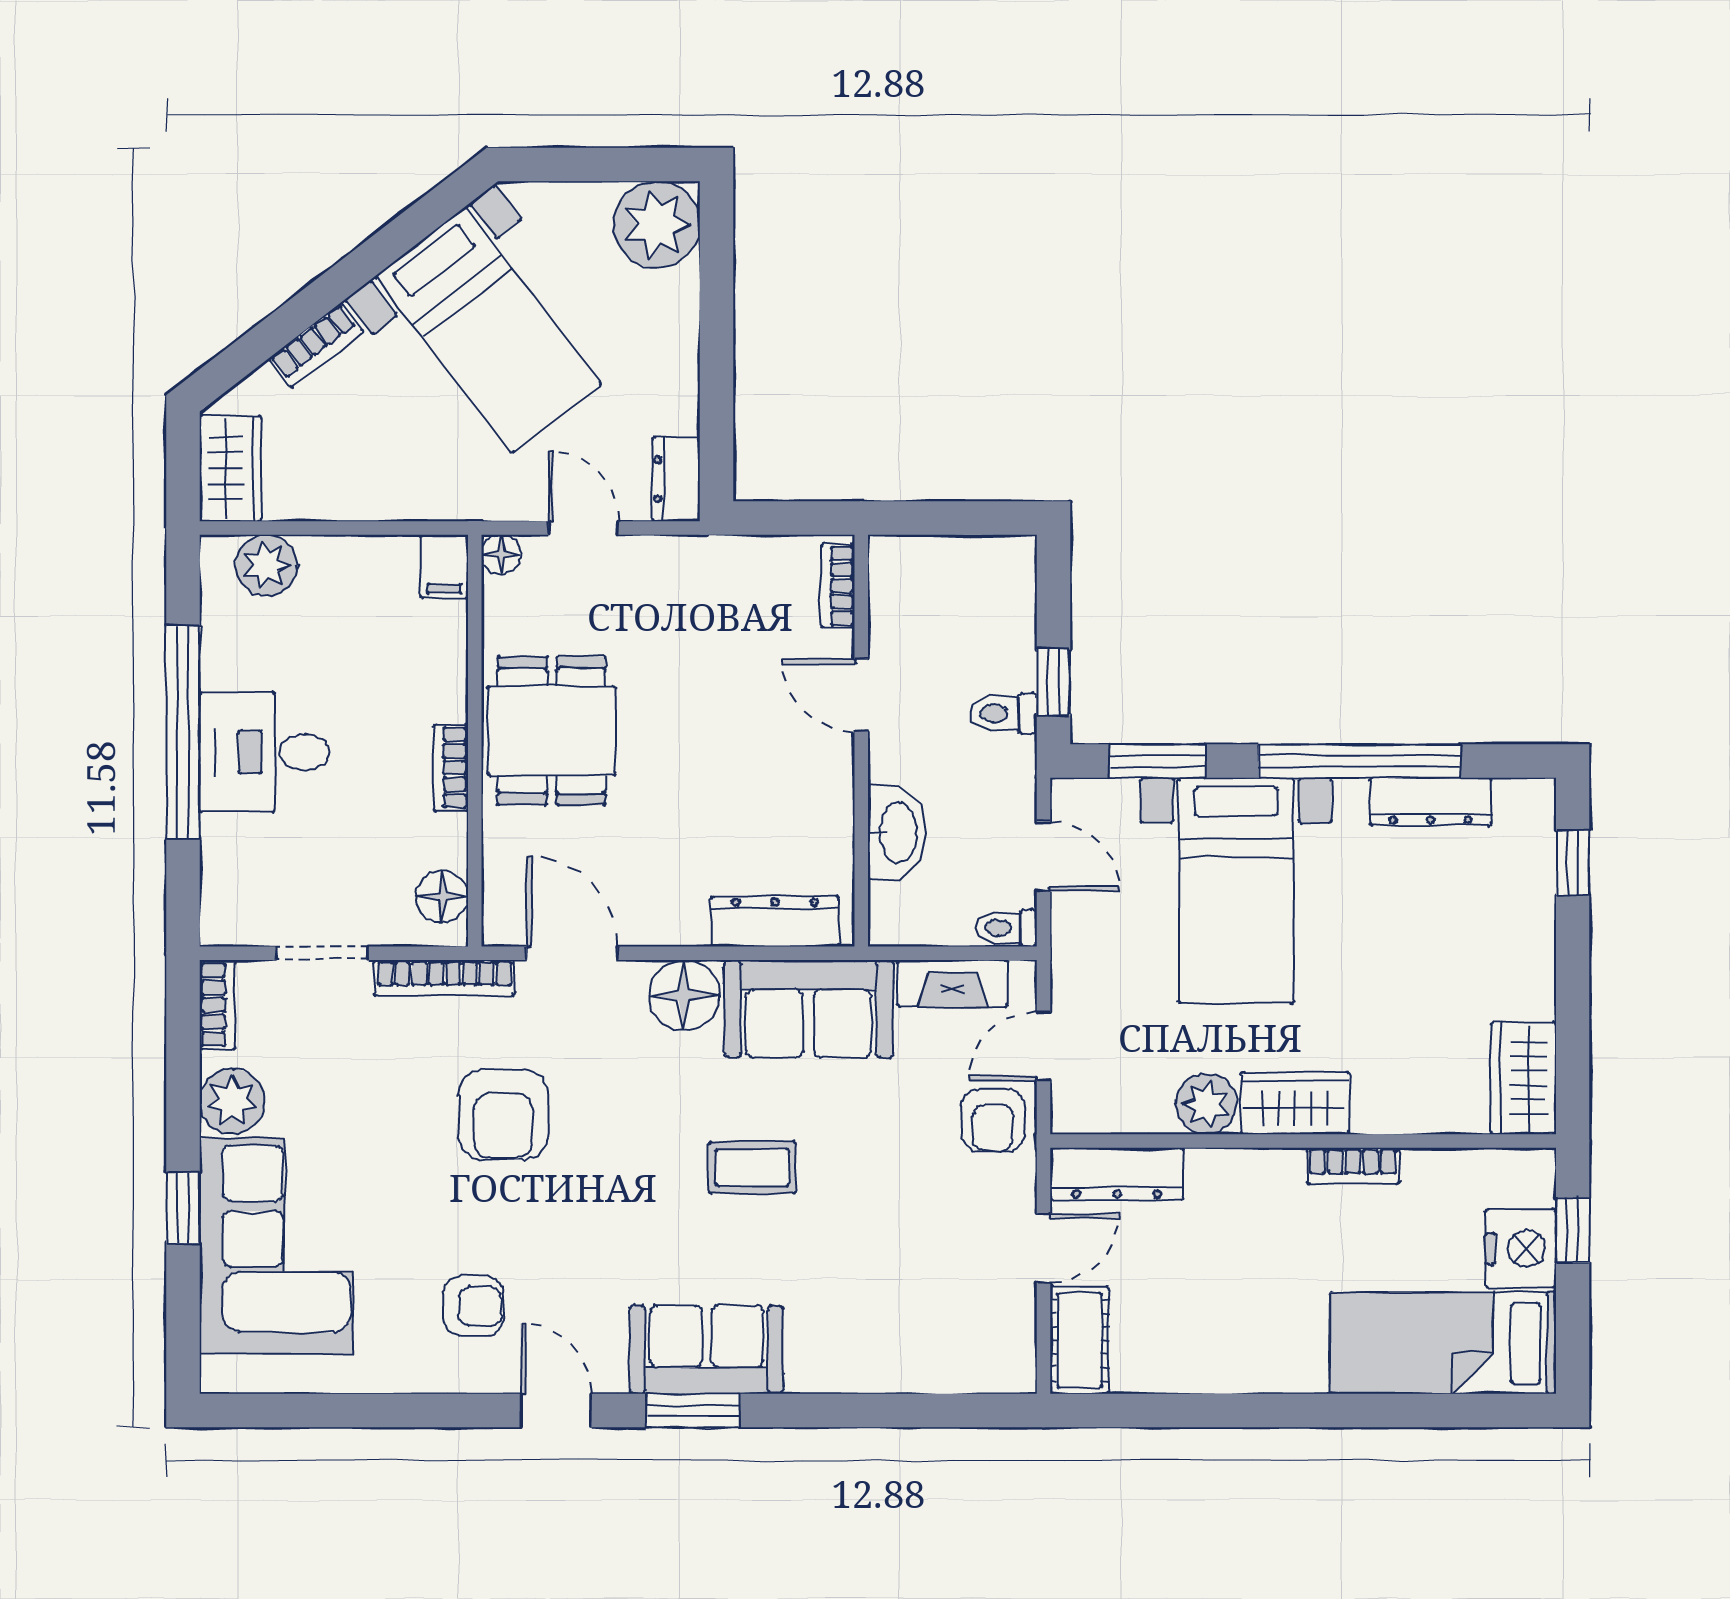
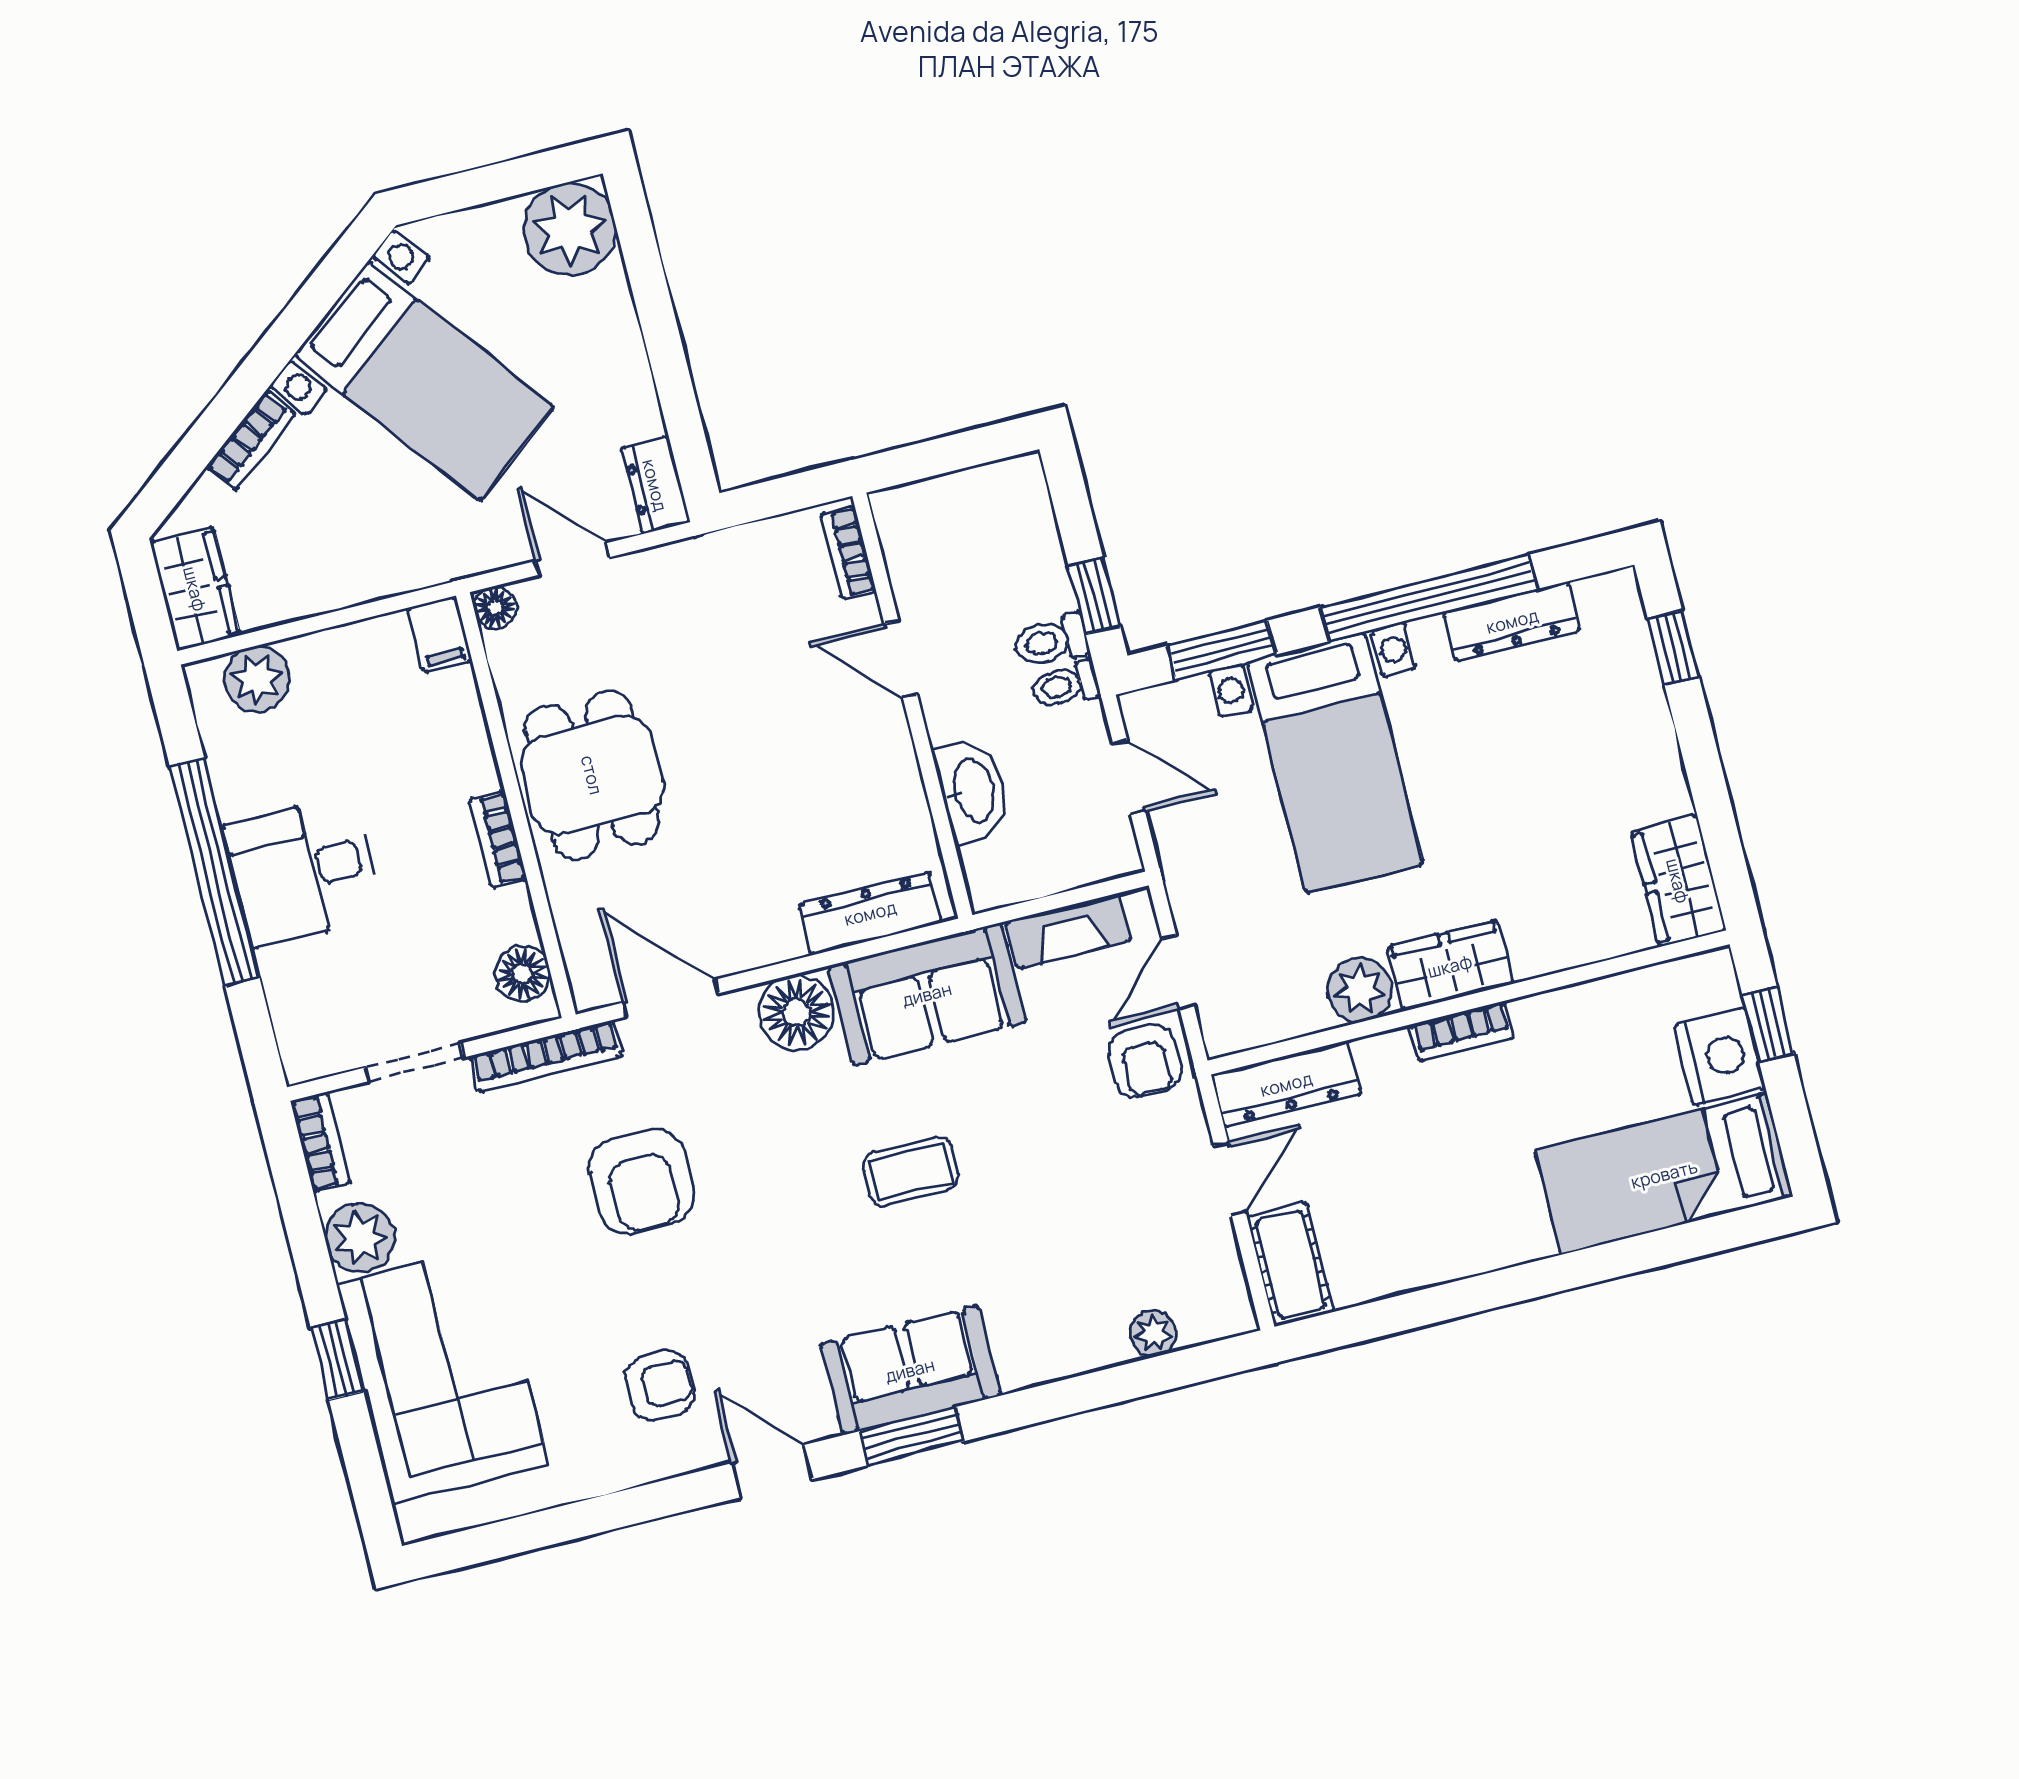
toilet: (1007, 928) -> (1066, 685), moved
bookcase: (1353, 1166) -> (1462, 1031), moved
plant: (938, 1372) -> (1153, 1334), added

